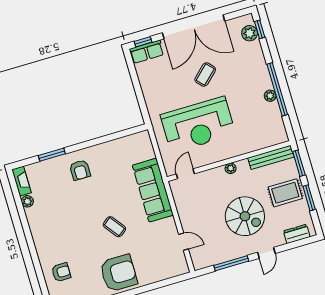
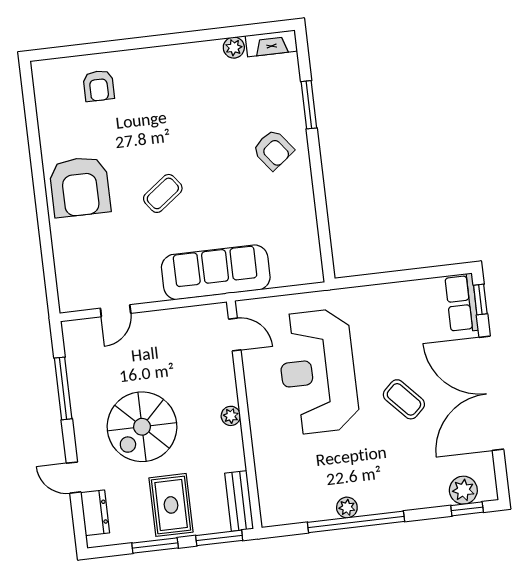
bench: (271, 157) -> (239, 501), width x0.73
armchair: (80, 170) -> (273, 150), turned -128
door: (266, 253) -> (74, 478), moved

